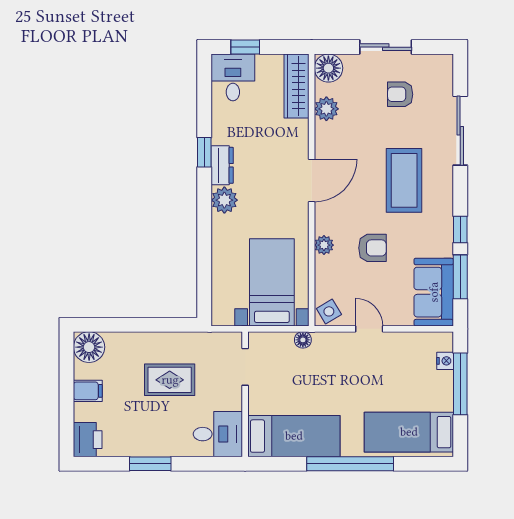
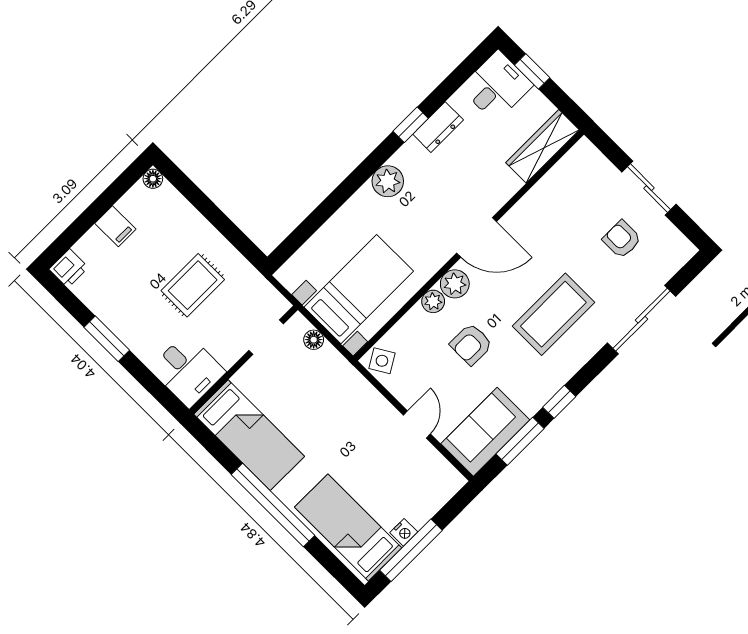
floor lamp: (328, 68) -> (584, 158), removed
plant: (326, 109) -> (455, 284), moved
dresser: (222, 165) -> (438, 127), moved
armchair: (373, 248) -> (471, 344), turned 90
door: (369, 329) -> (417, 425), moved
floor lamp: (303, 340) -> (314, 340), moved
floor lamp: (89, 347) -> (153, 179), width x0.53, depth x0.53
nightstand: (445, 361) -> (404, 532), moved
rug: (170, 380) -> (193, 285), turned 90
window: (460, 384) -> (411, 550), moved
printer: (88, 440) -> (69, 268), width x0.73, depth x0.81

